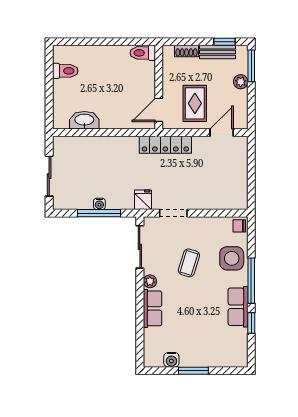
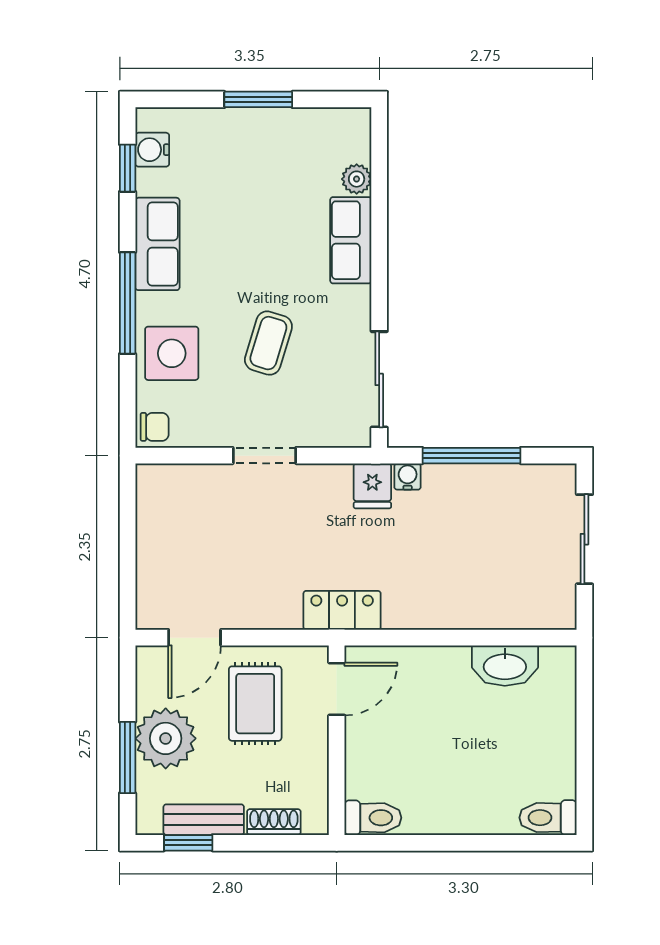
window: (251, 66) -> (128, 757), moved
toilet: (65, 71) -> (548, 818), moved
plant: (241, 82) -> (166, 738), width x1.87, depth x1.87
locker: (165, 145) -> (342, 610), width x0.66
water cooler: (99, 204) -> (408, 477), moved
doorway: (173, 213) -> (264, 456), moved
plant: (150, 281) -> (357, 179), moved
window: (251, 323) -> (128, 168), moved
water cooler: (171, 360) -> (152, 150), moved, turned -90

